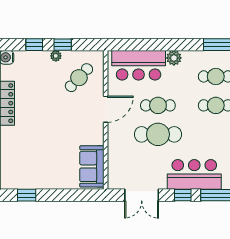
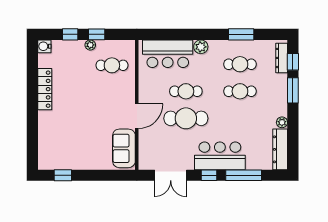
cafe table: (79, 78) -> (112, 65), turned 47
door: (106, 109) -> (137, 116), moved

